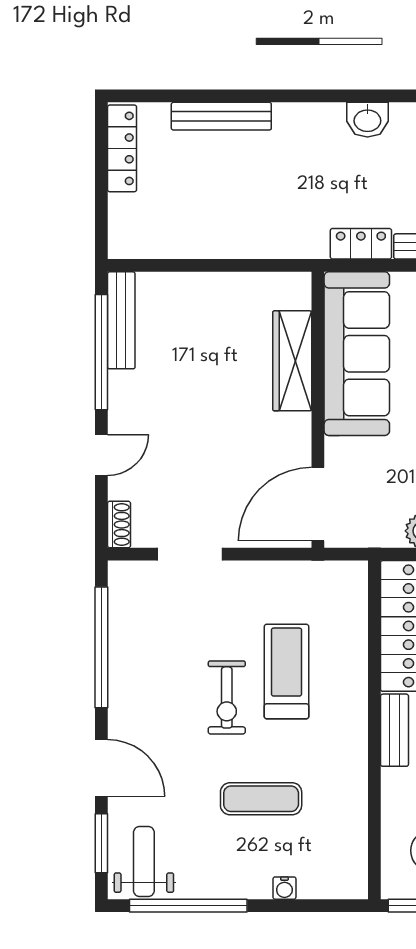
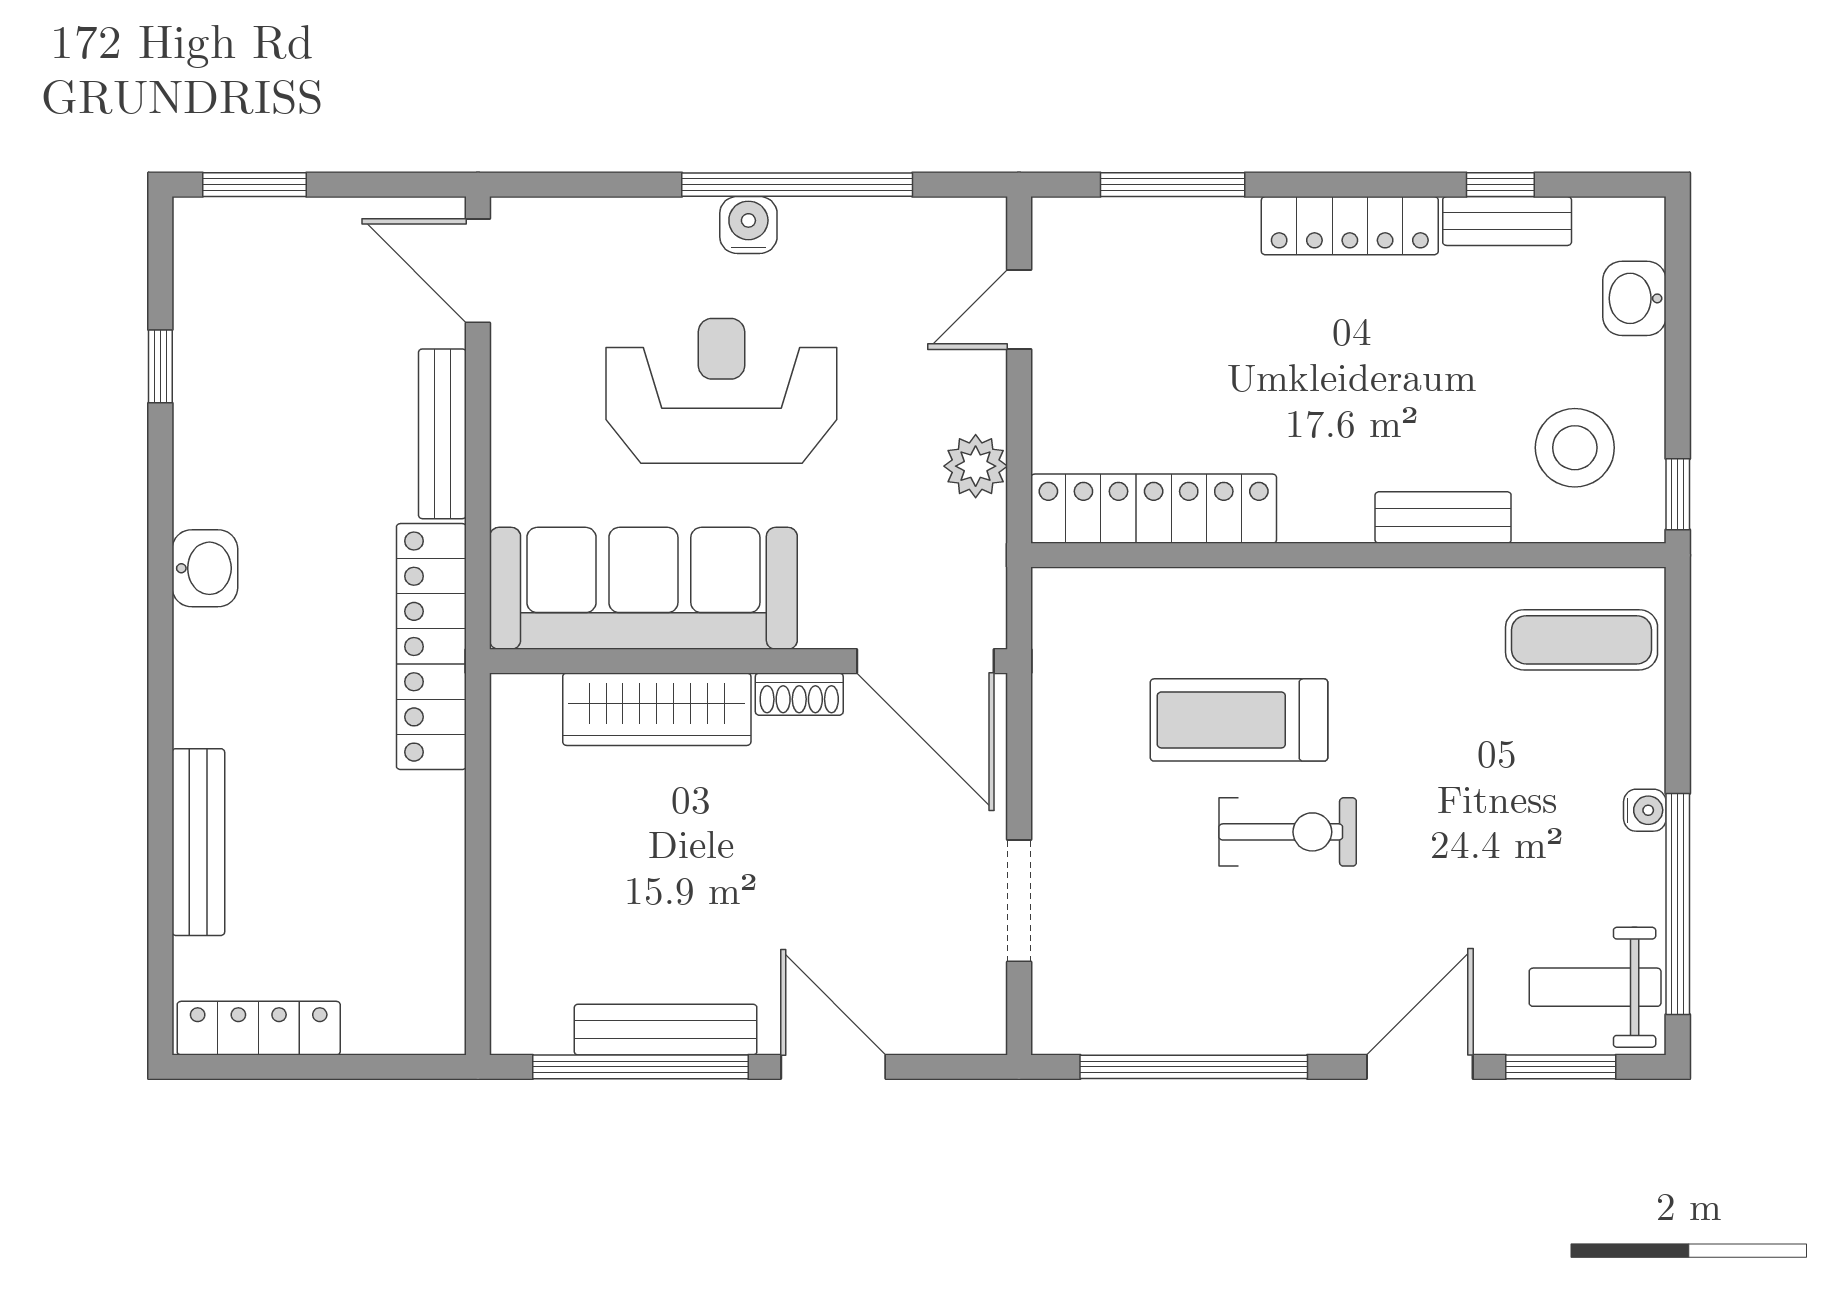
locker: (361, 244) -> (431, 647), width x2.16, depth x1.21
bench: (121, 320) -> (666, 1030), moved
door: (101, 455) -> (833, 1067), width x1.38
shoe rack: (119, 524) -> (799, 694), moved, turned 180
bench: (395, 730) -> (1443, 518), moved
exercise mat: (261, 799) -> (1582, 640), moved, turned 90
water cooler: (284, 888) -> (1645, 810), moved

